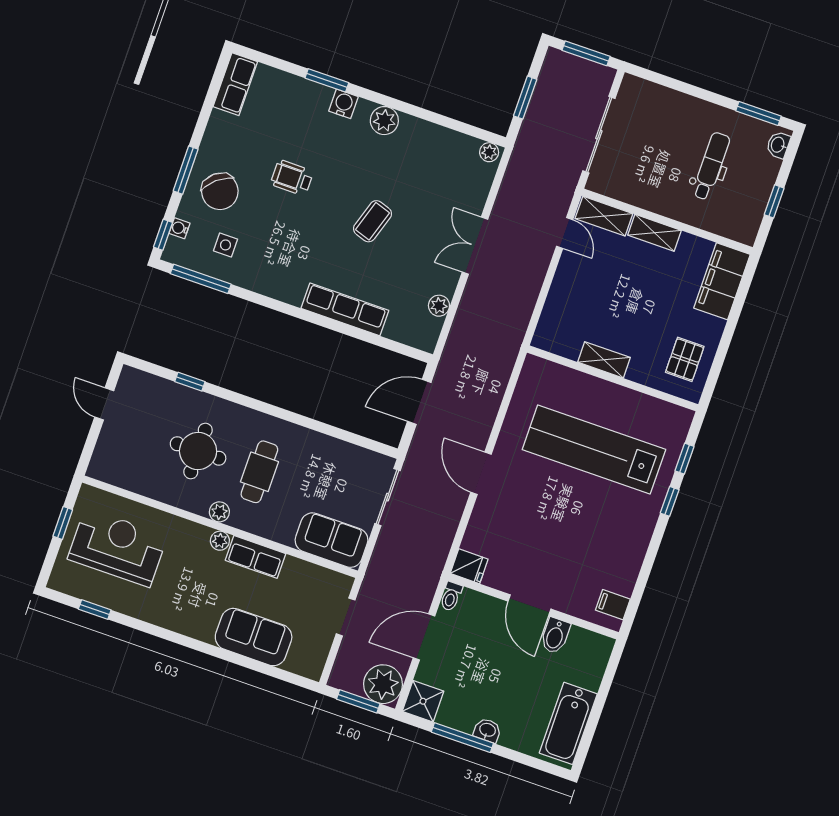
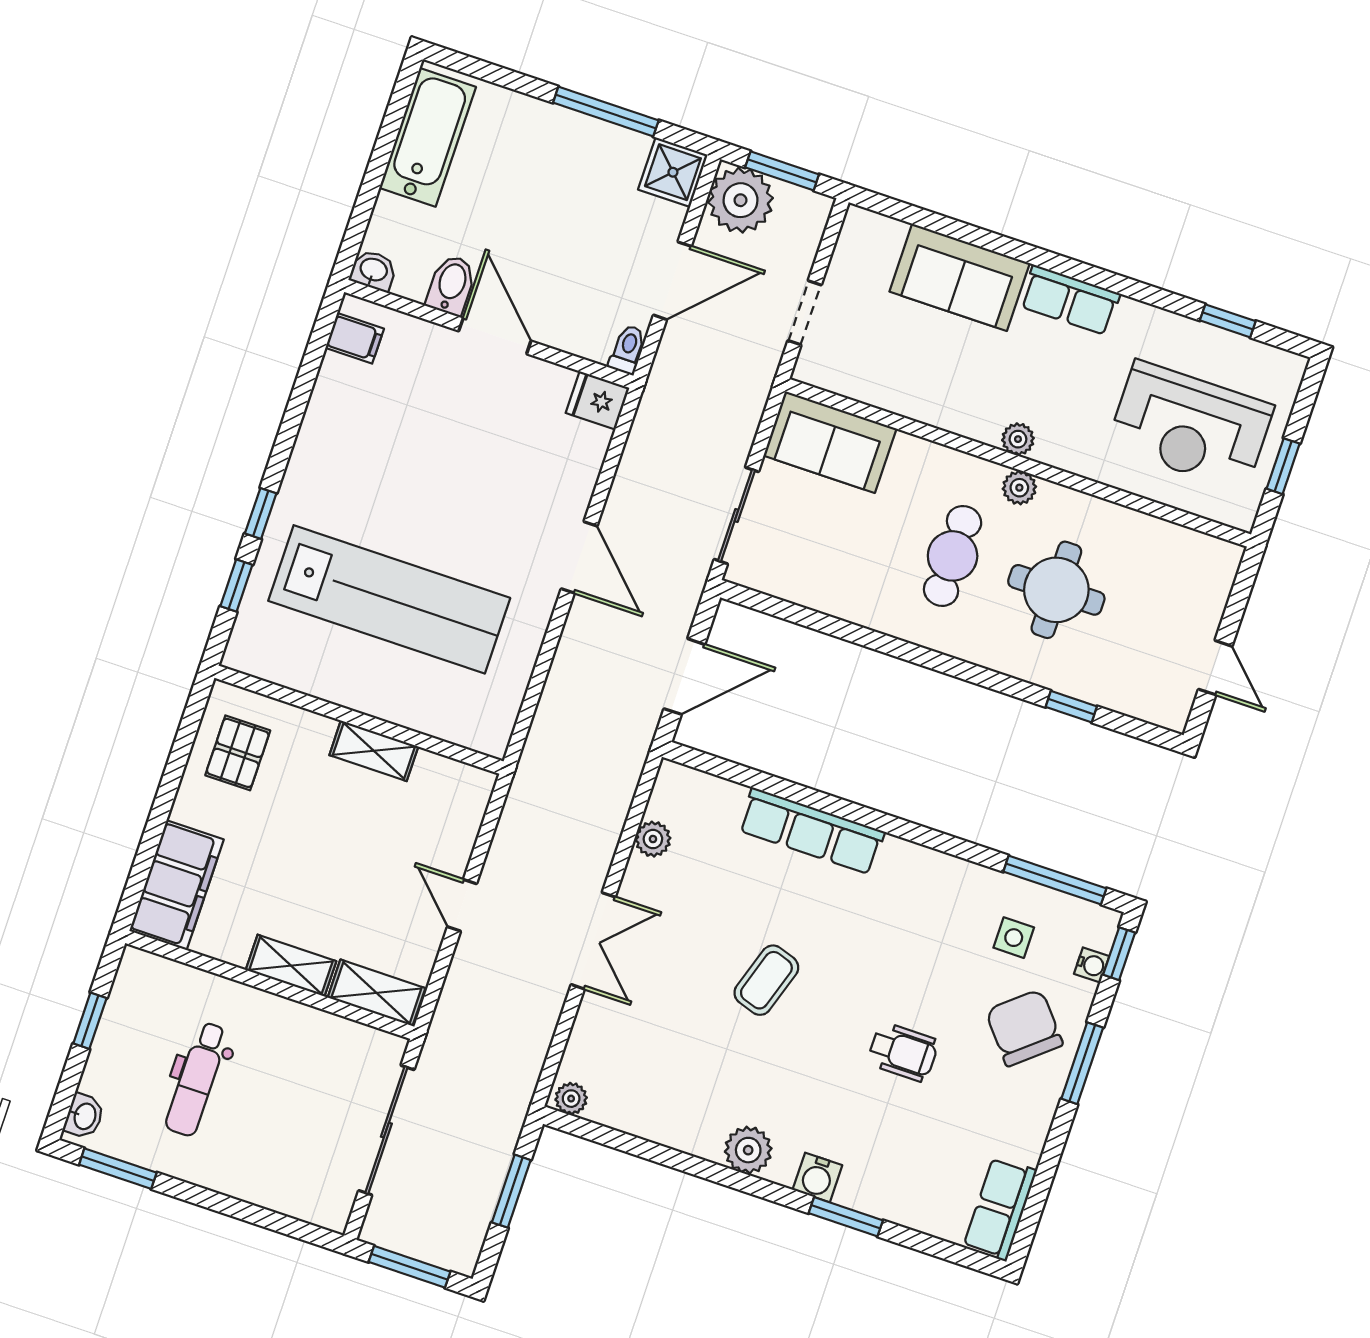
door: (565, 233) -> (462, 905), moved
row of seats: (256, 557) -> (1070, 300), moved, turned 180
washbasin: (487, 730) -> (373, 270), moved, turned 180

